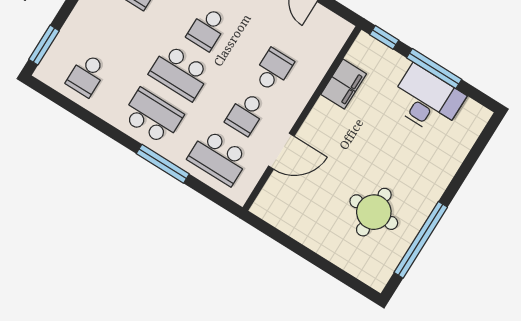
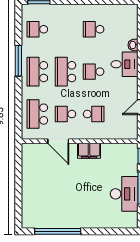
filing cabinet: (344, 84) -> (89, 151), moved
school desk: (153, 116) -> (37, 72), turned 180
window: (163, 164) -> (18, 61), moved
round table: (374, 212) -> (57, 202), removed

